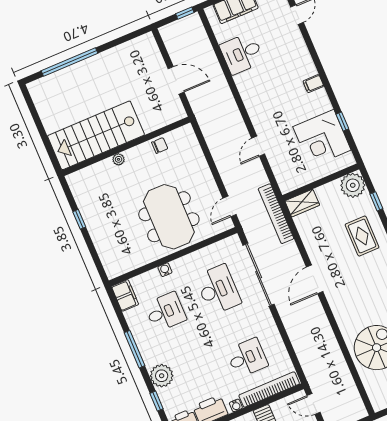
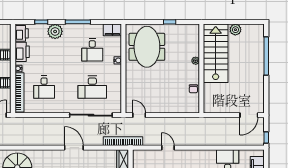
door: (176, 80) -> (249, 115), moved
plant: (51, 121) -> (235, 30), added
meeting table: (169, 217) -> (147, 47), moved, turned 90

